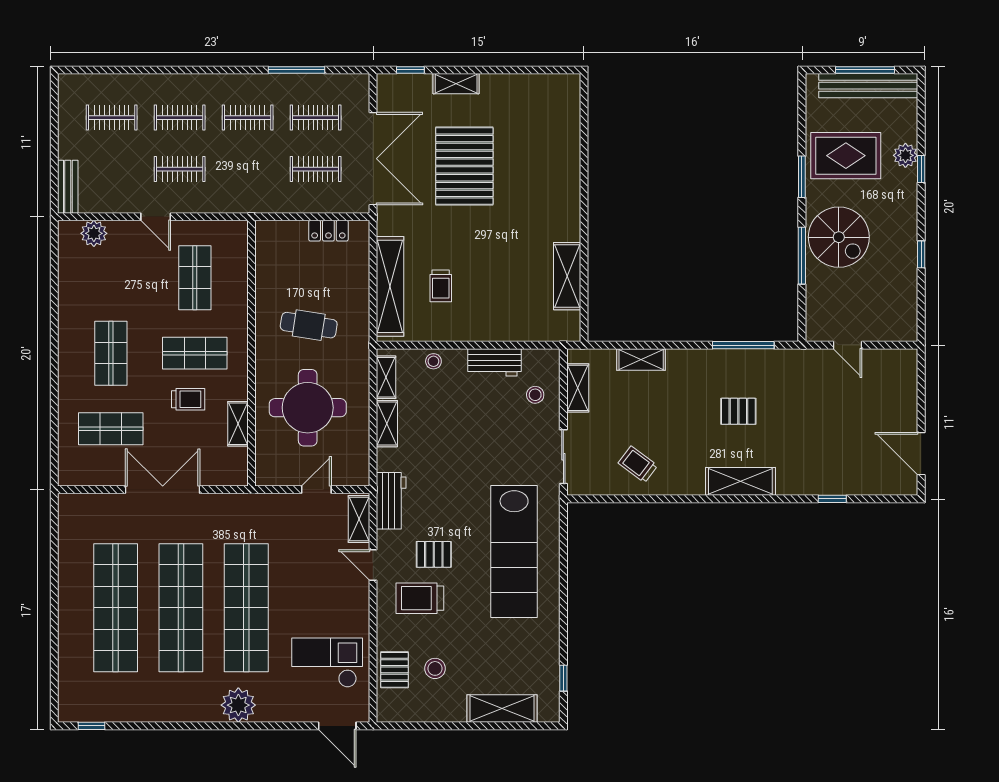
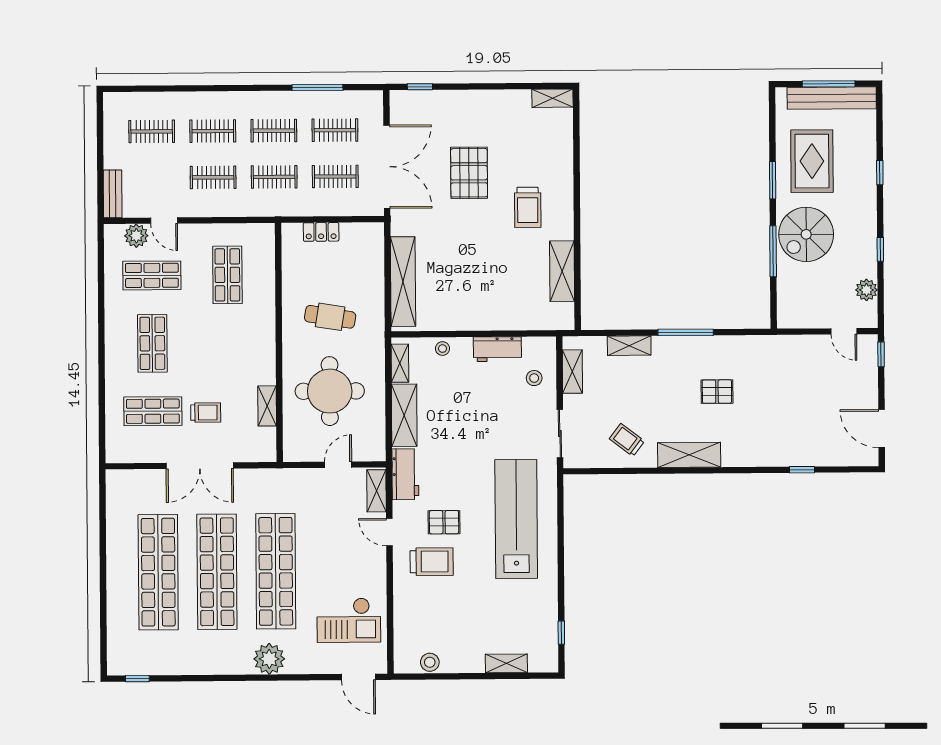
shelving: (456, 84) -> (552, 98), moved
plant: (905, 155) -> (866, 290), moved
rug: (846, 156) -> (812, 161), turned 90
pallet: (464, 166) -> (469, 173), width x0.73, depth x0.71
clothes rail: (248, 169) -> (274, 177), added
door: (156, 217) -> (164, 221), moved
locker: (328, 231) -> (321, 232), moved
spiral stairs: (839, 237) -> (806, 234), turned 90
trolley: (441, 286) -> (528, 207), moved, width x1.36, depth x1.39
window: (743, 345) -> (686, 332), moved
door: (848, 345) -> (844, 331), moved
shop shelf: (195, 353) -> (152, 275), moved
window: (921, 371) -> (881, 354), added
trolley: (188, 399) -> (206, 413), moved
shelving: (387, 424) -> (404, 415), width x1.50, depth x1.33
shelving: (740, 481) -> (689, 455), moved
double door: (163, 490) -> (200, 466), swing flipped
lab bench: (514, 552) -> (516, 519), turned 180
trolley: (420, 598) -> (432, 562), turned 180
checkout: (327, 663) -> (349, 620), turned 180
stool: (435, 668) -> (430, 662), moved
pallet: (394, 670) -> (409, 626), removed
shelving: (502, 709) -> (506, 663), width x0.67, depth x0.75

